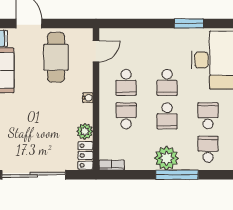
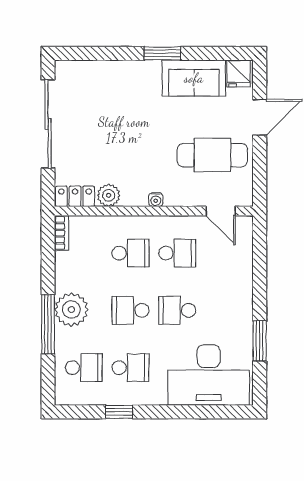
school desk: (126, 82) -> (177, 253), turned 180

